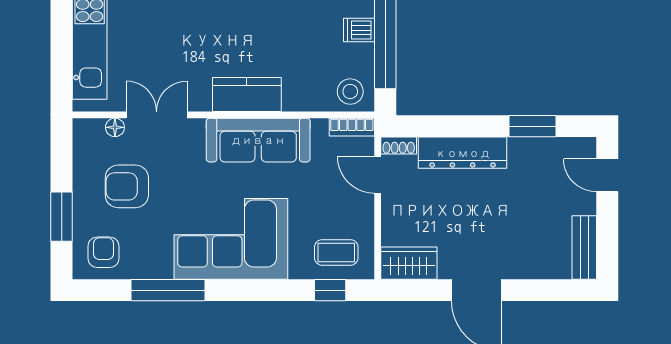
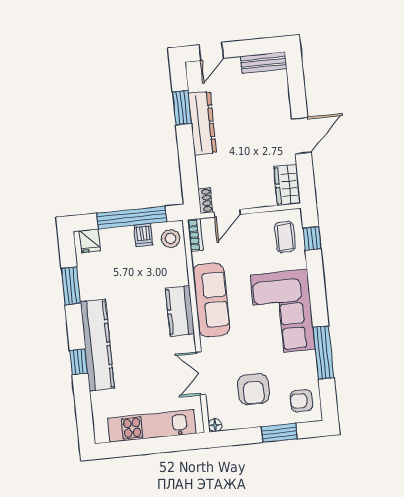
dishwasher: (359, 30) -> (143, 235), moved
floor lamp: (115, 127) -> (215, 425), moved
dresser: (463, 153) -> (202, 123), moved

